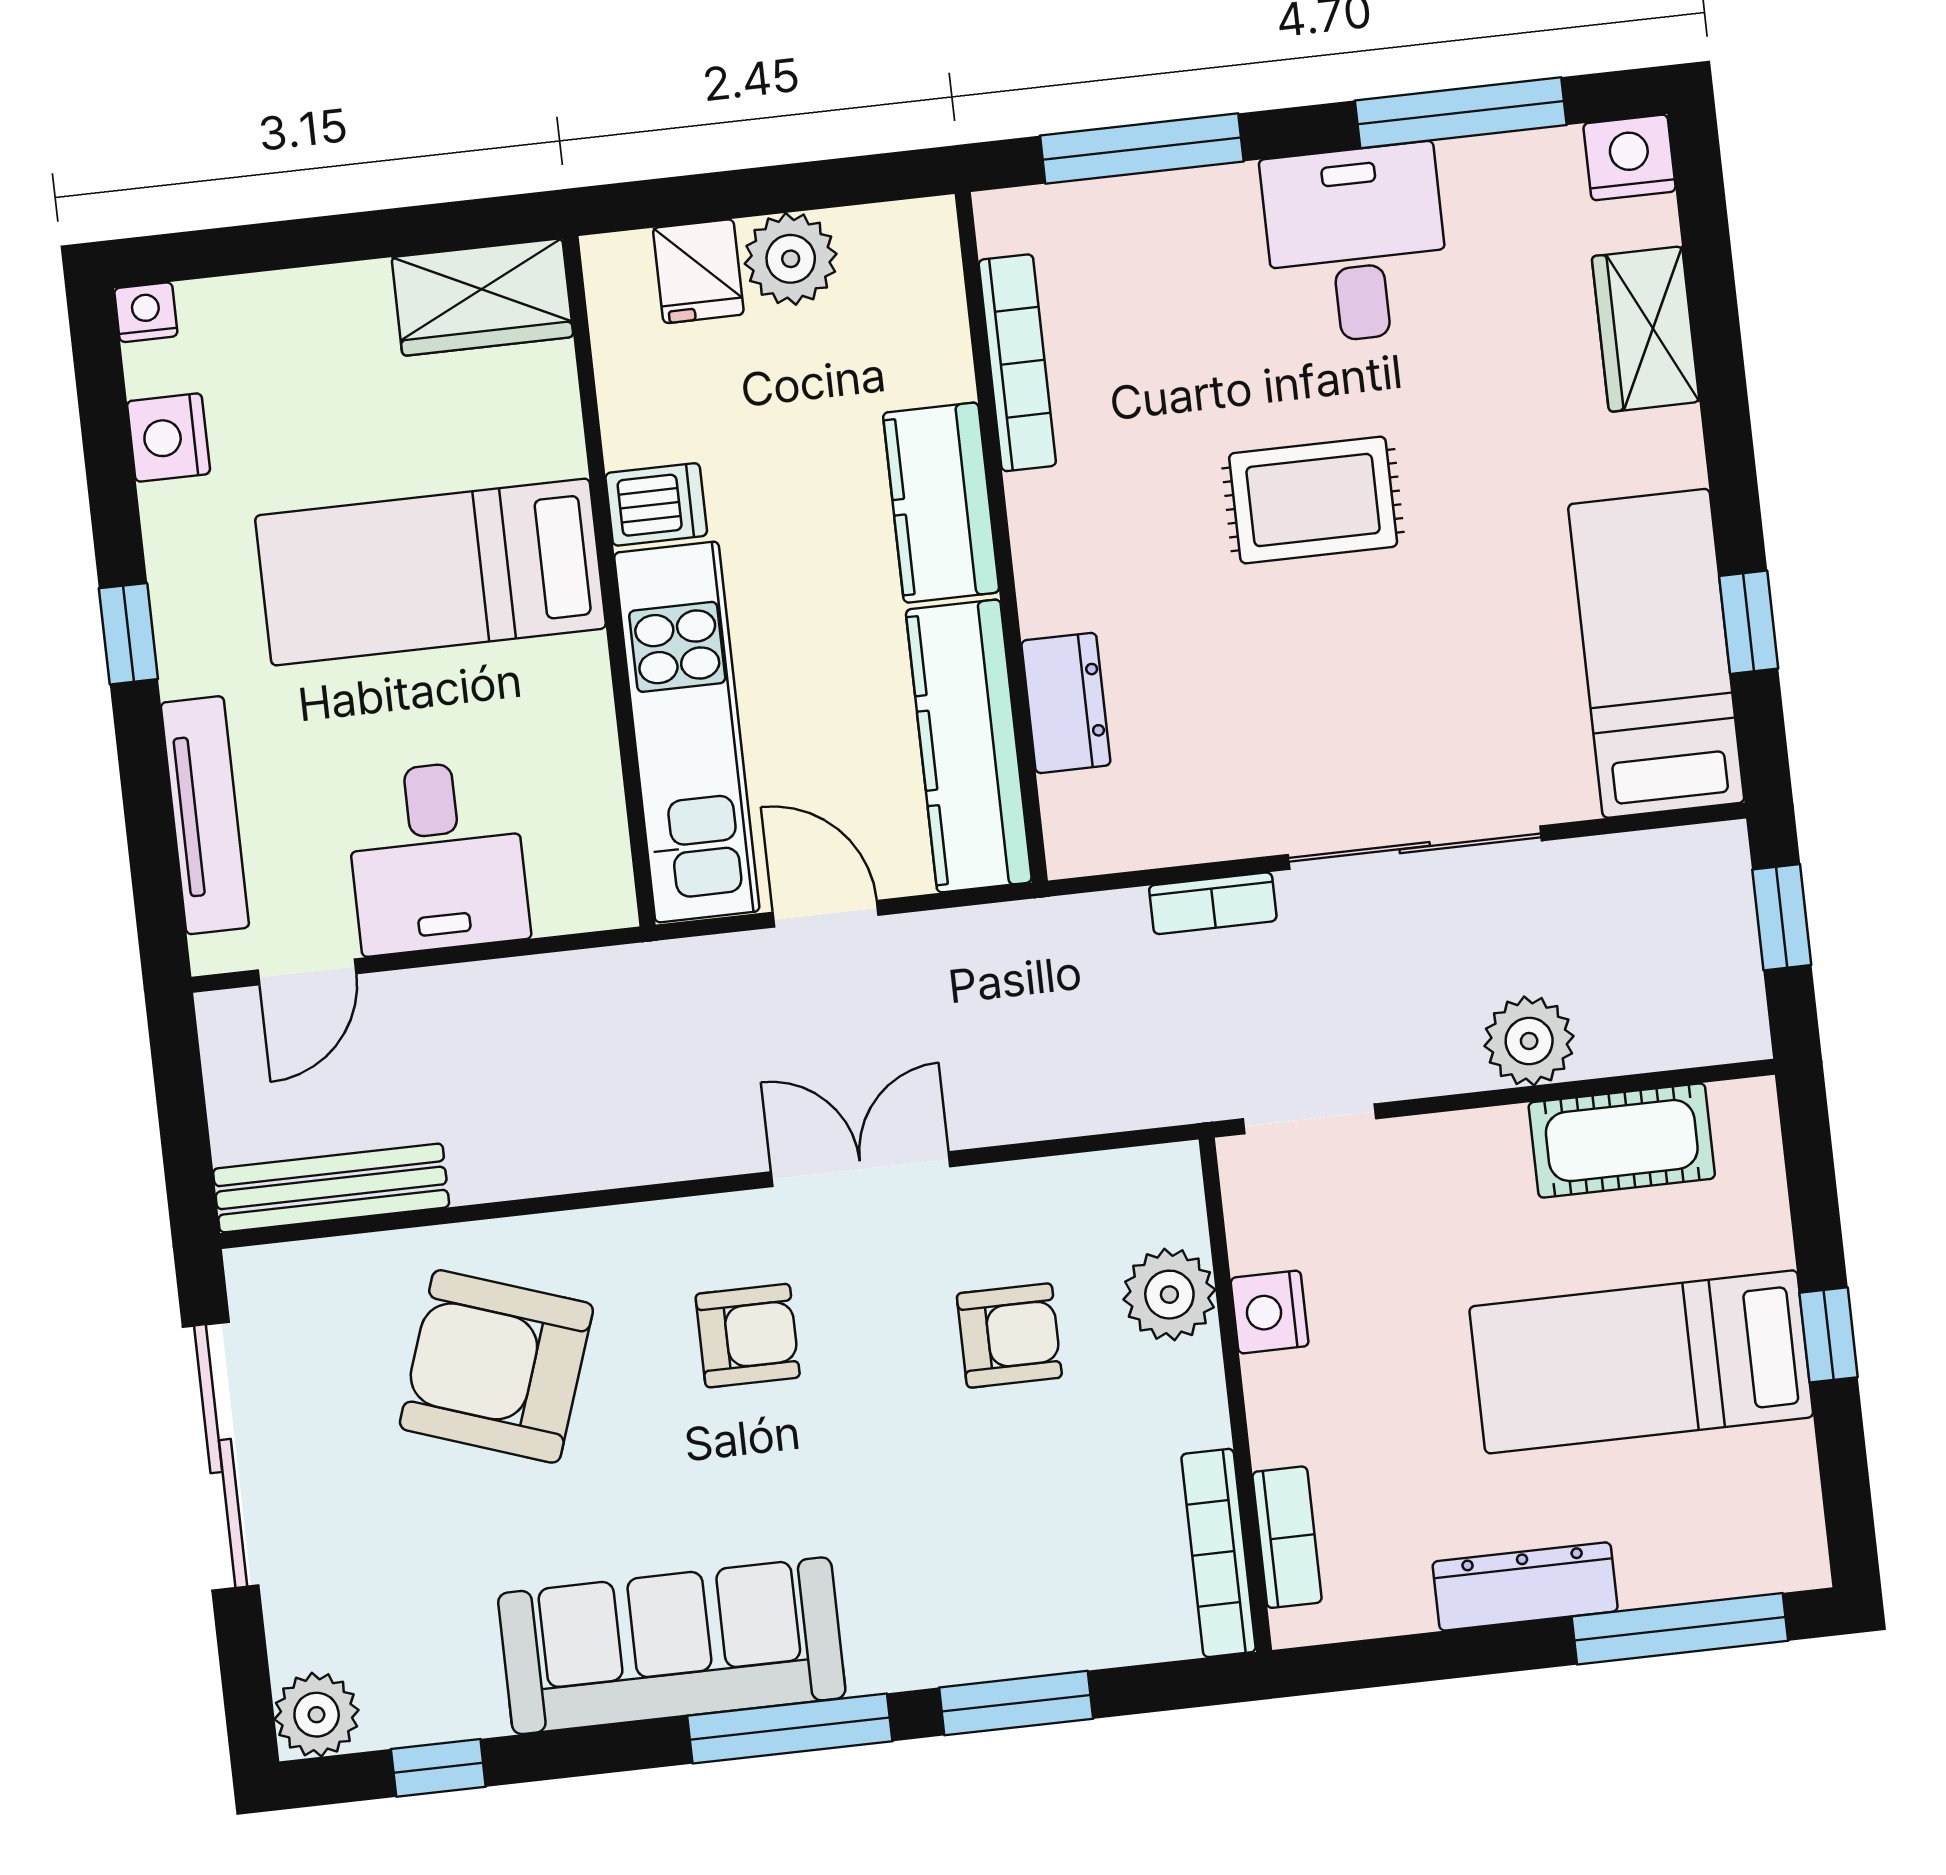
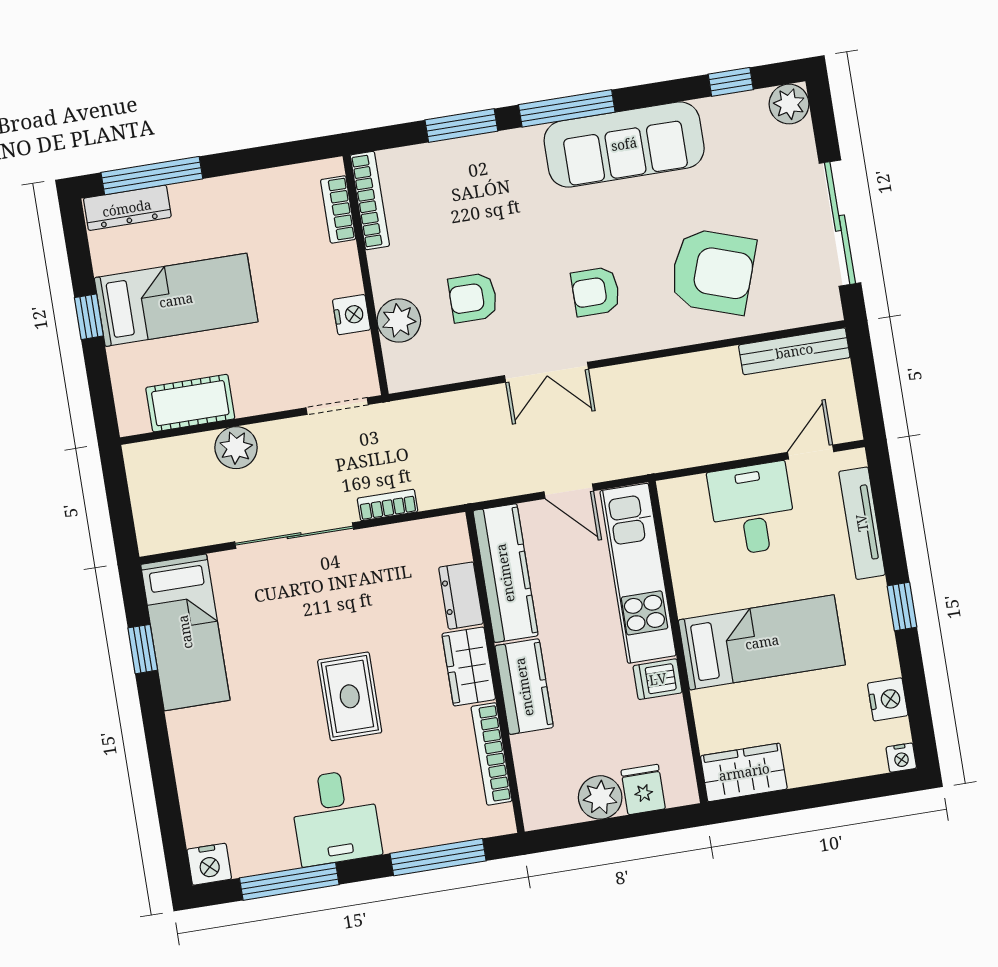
wardrobe: (1646, 329) -> (469, 666), moved, turned 180
rug: (1313, 500) -> (350, 696), turned 90
window: (1782, 917) -> (120, 511), removed
dresser: (1525, 1586) -> (127, 208), moved

